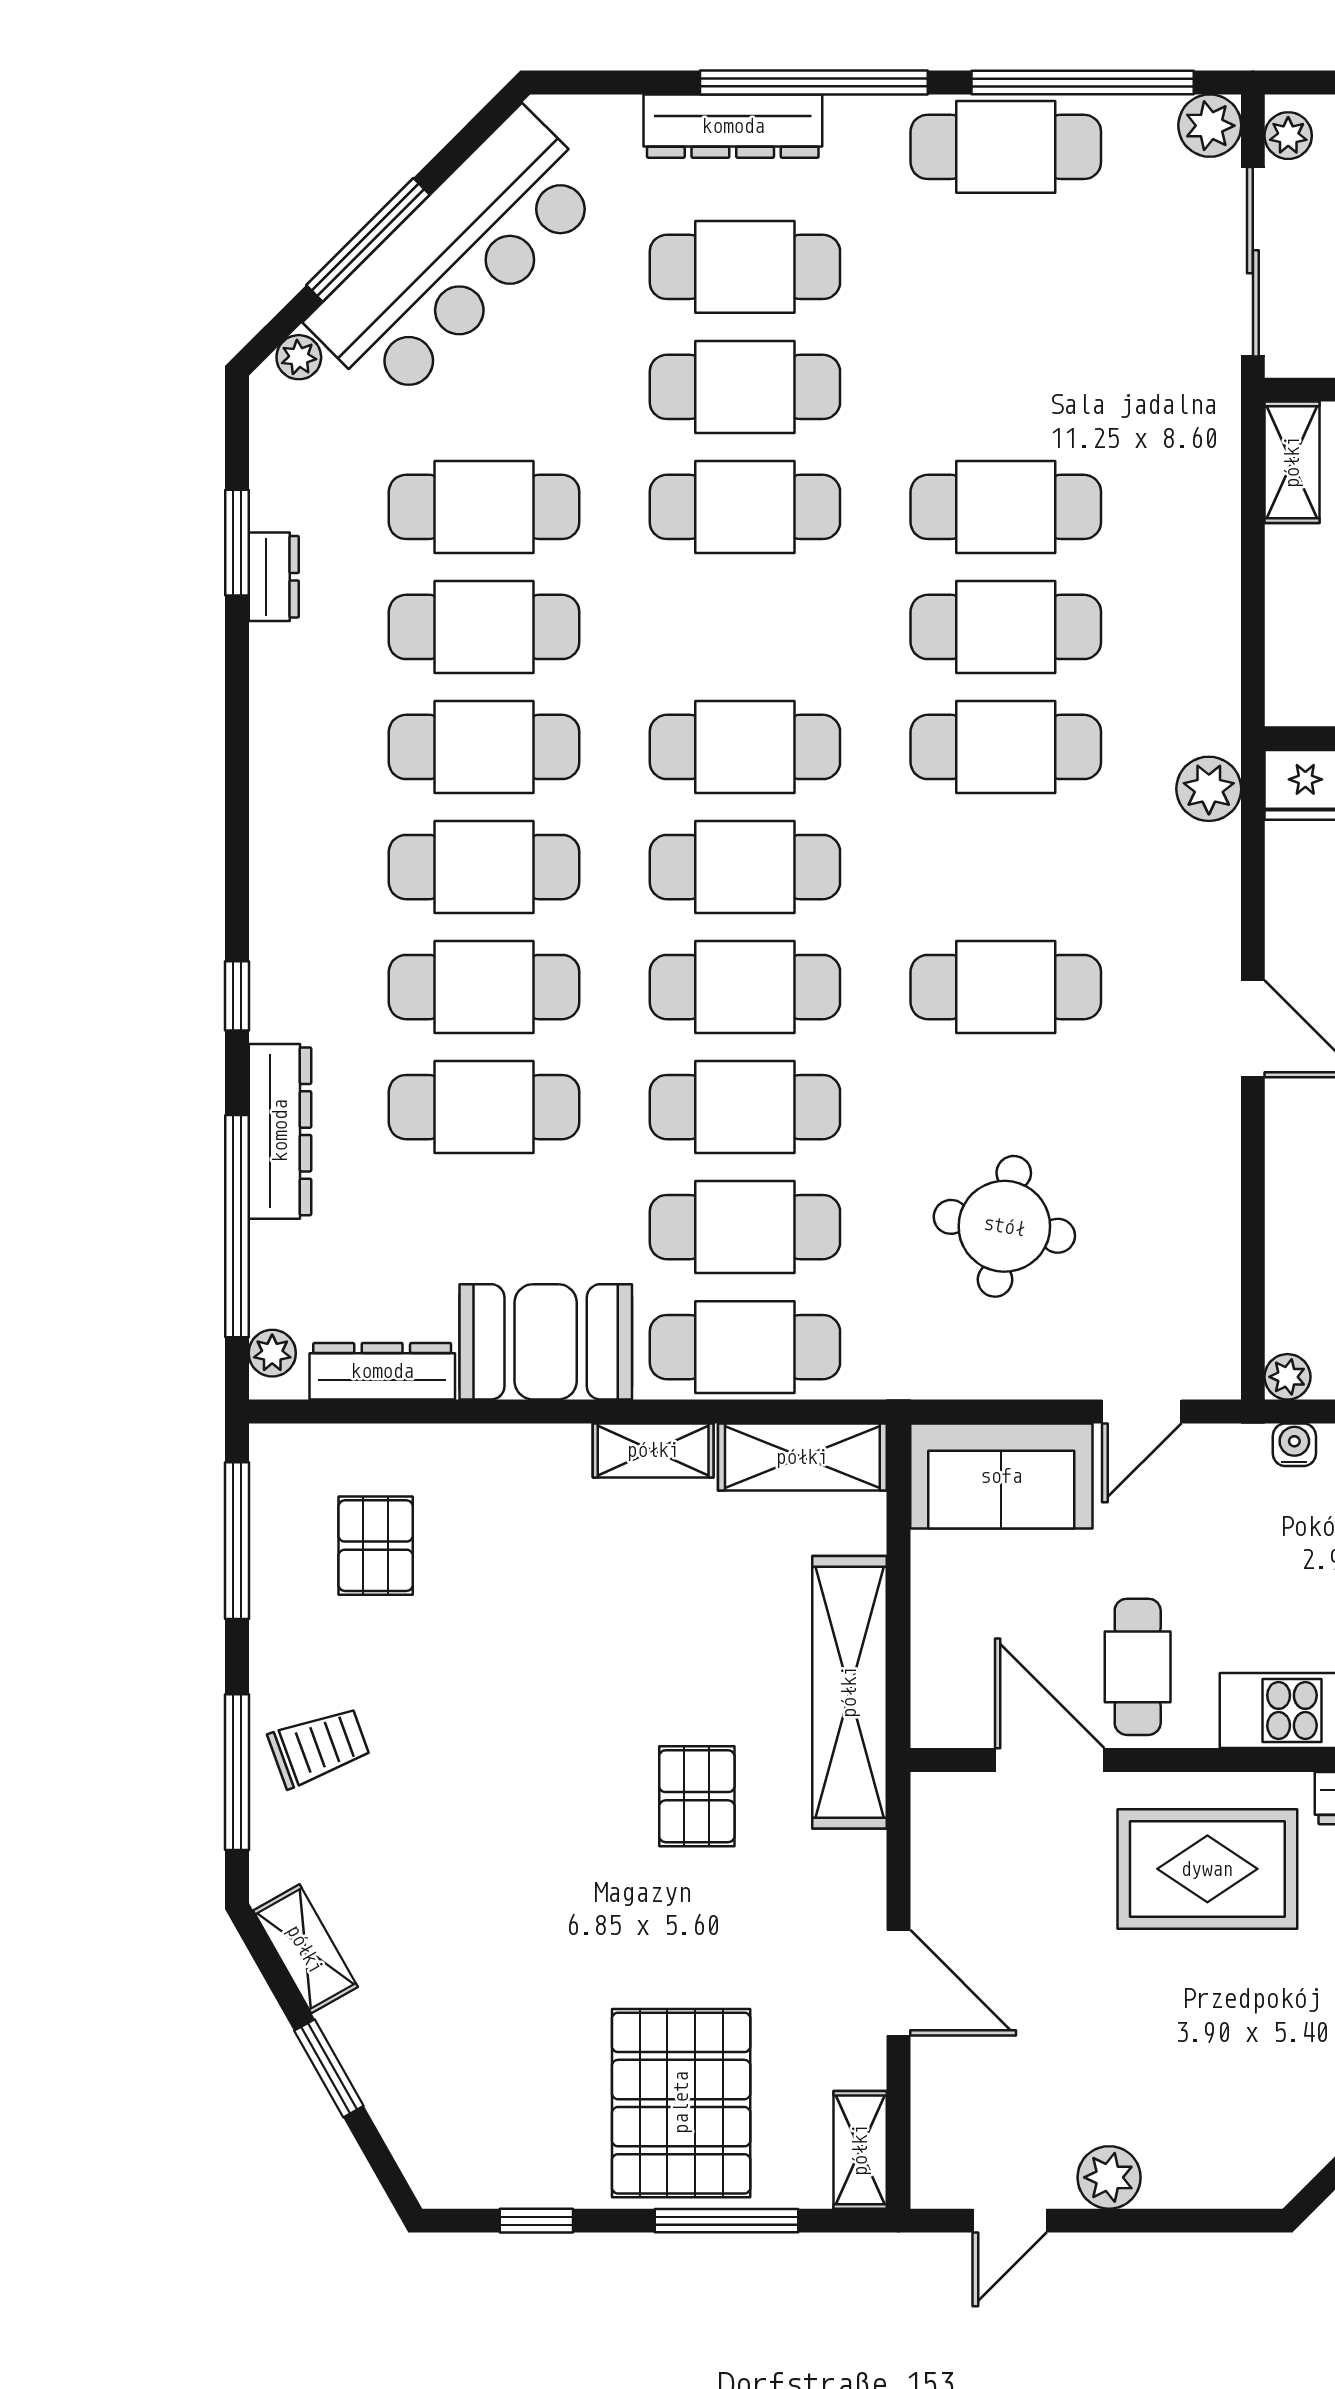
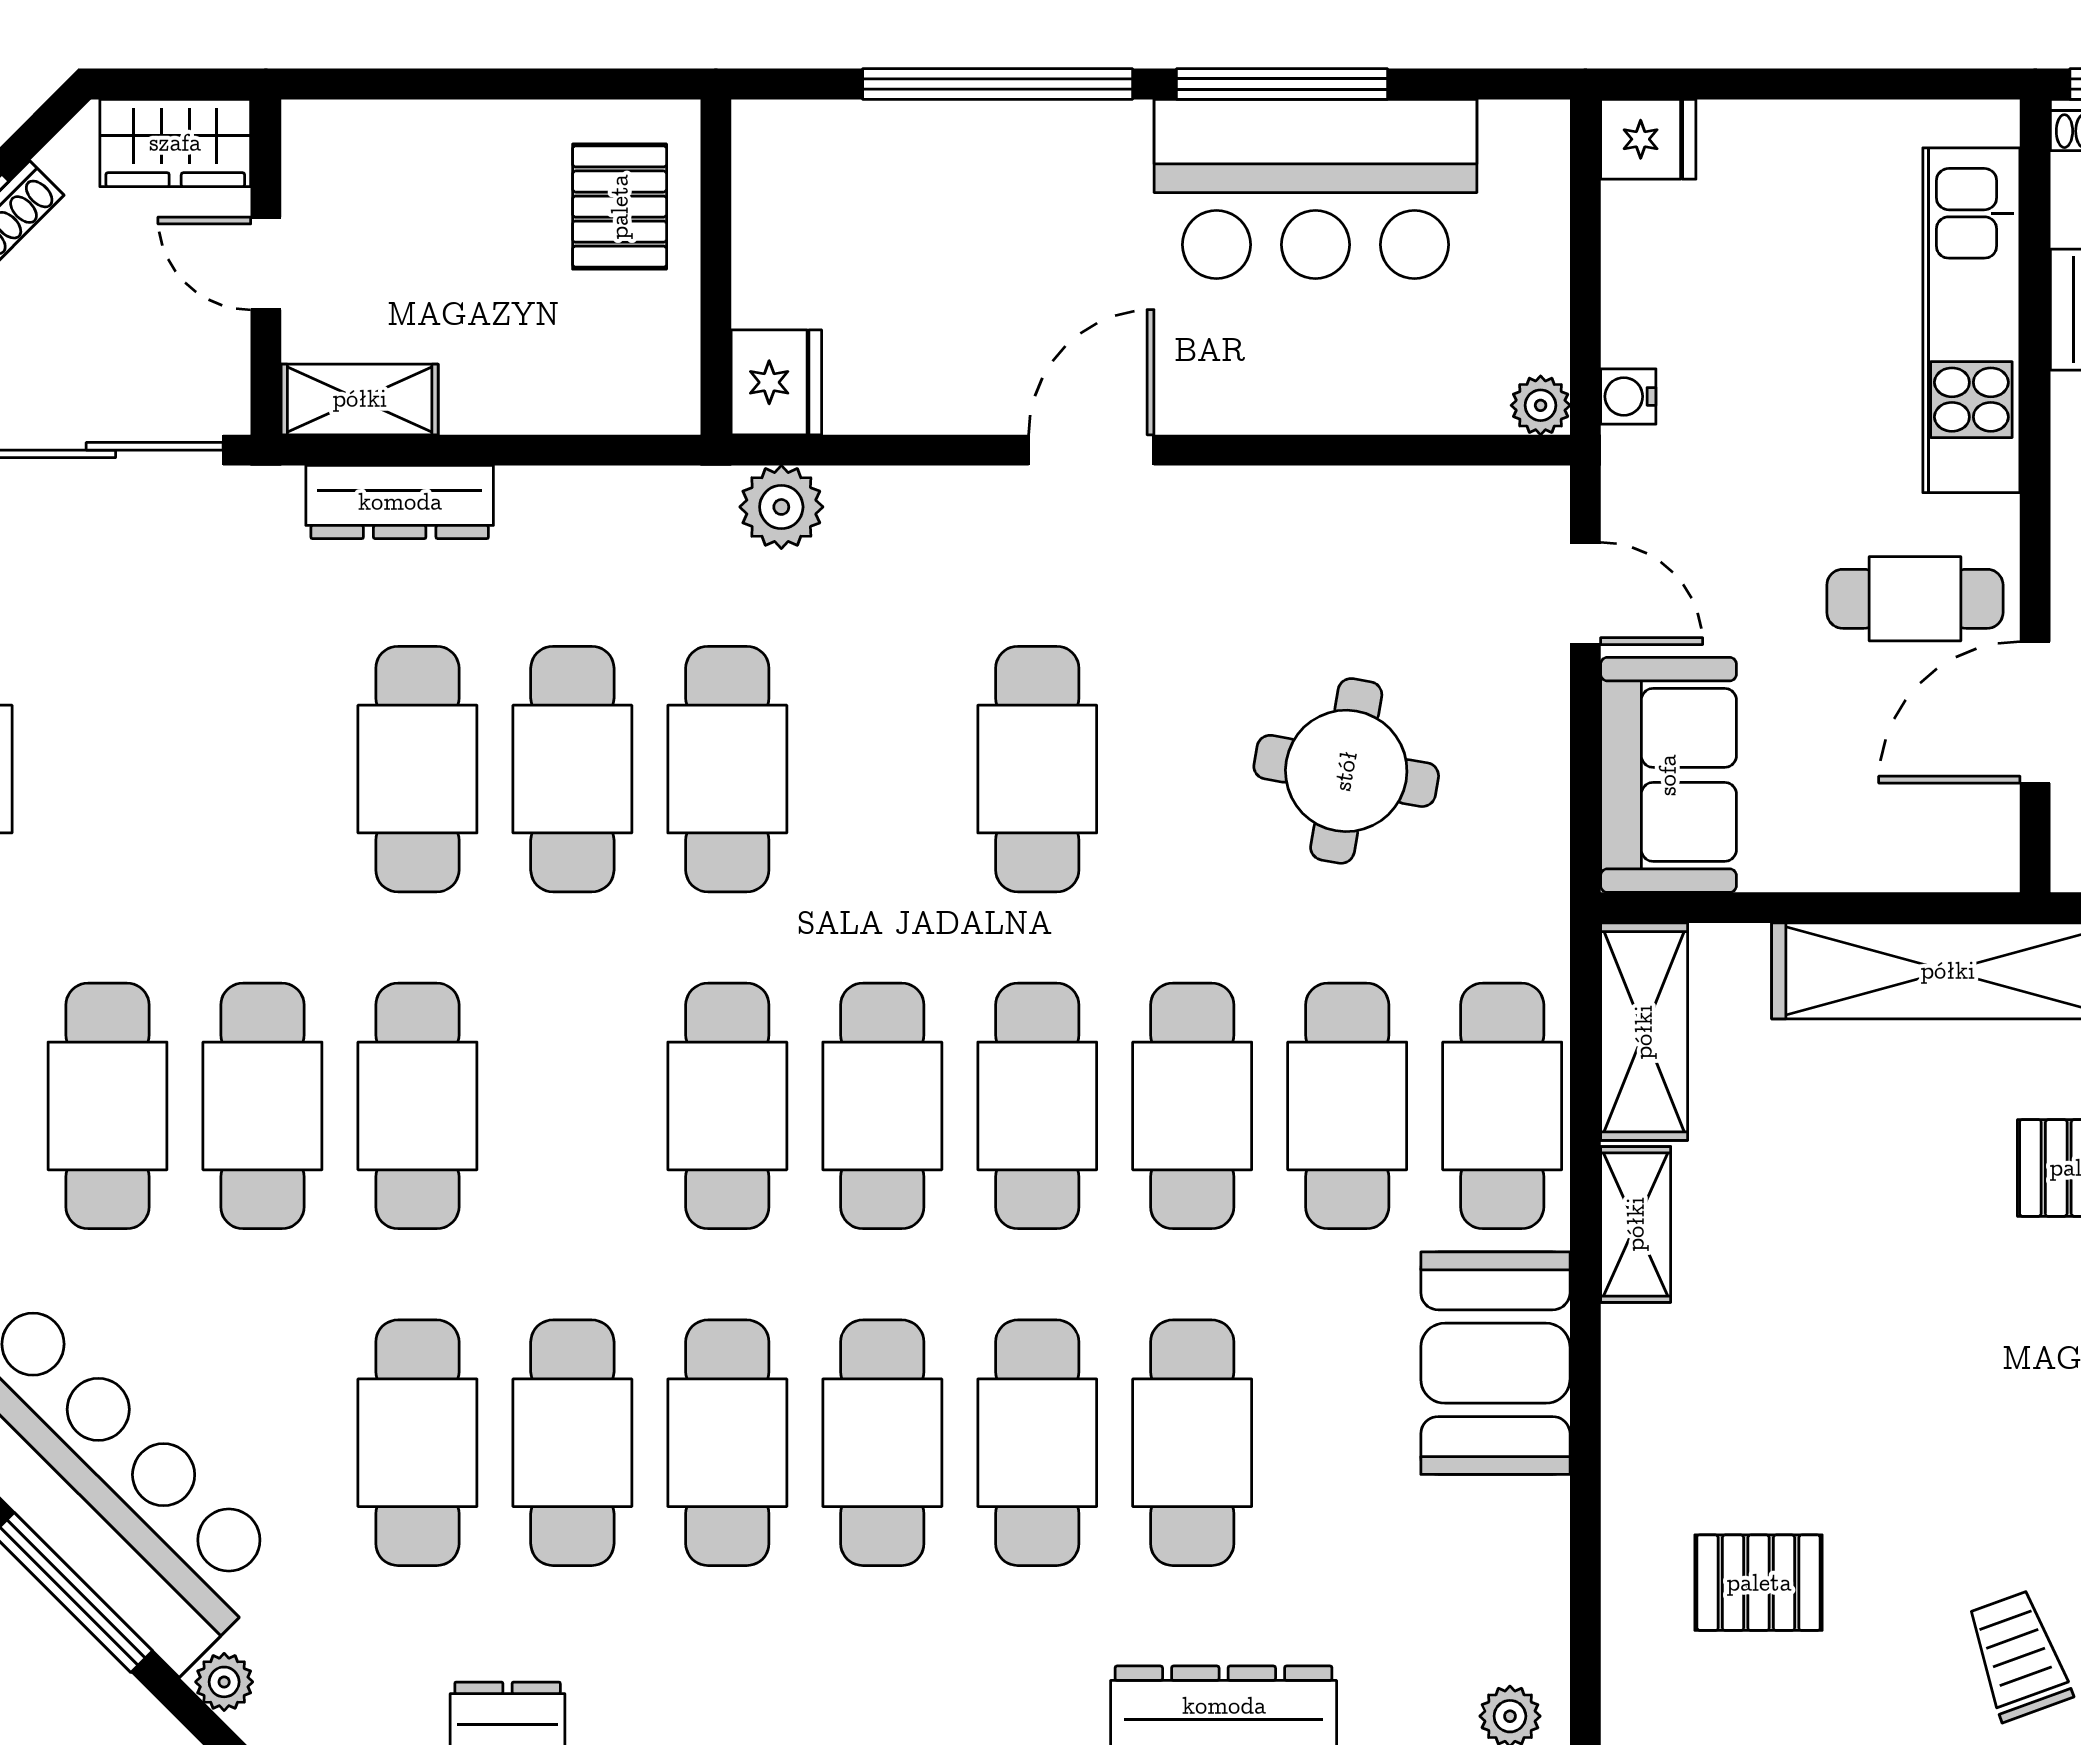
dresser: (382, 1371) -> (400, 502), moved, turned -90

